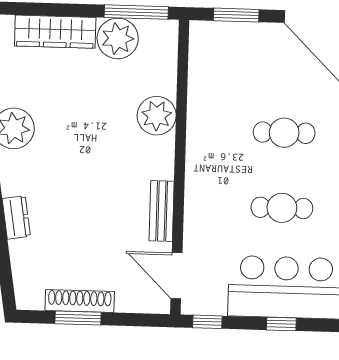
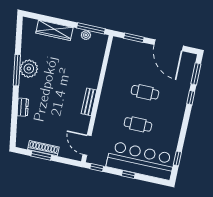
plant: (118, 38) -> (86, 35), width x0.53, depth x0.53
plant: (157, 116) -> (91, 75), removed
bench: (162, 211) -> (89, 102), moved

